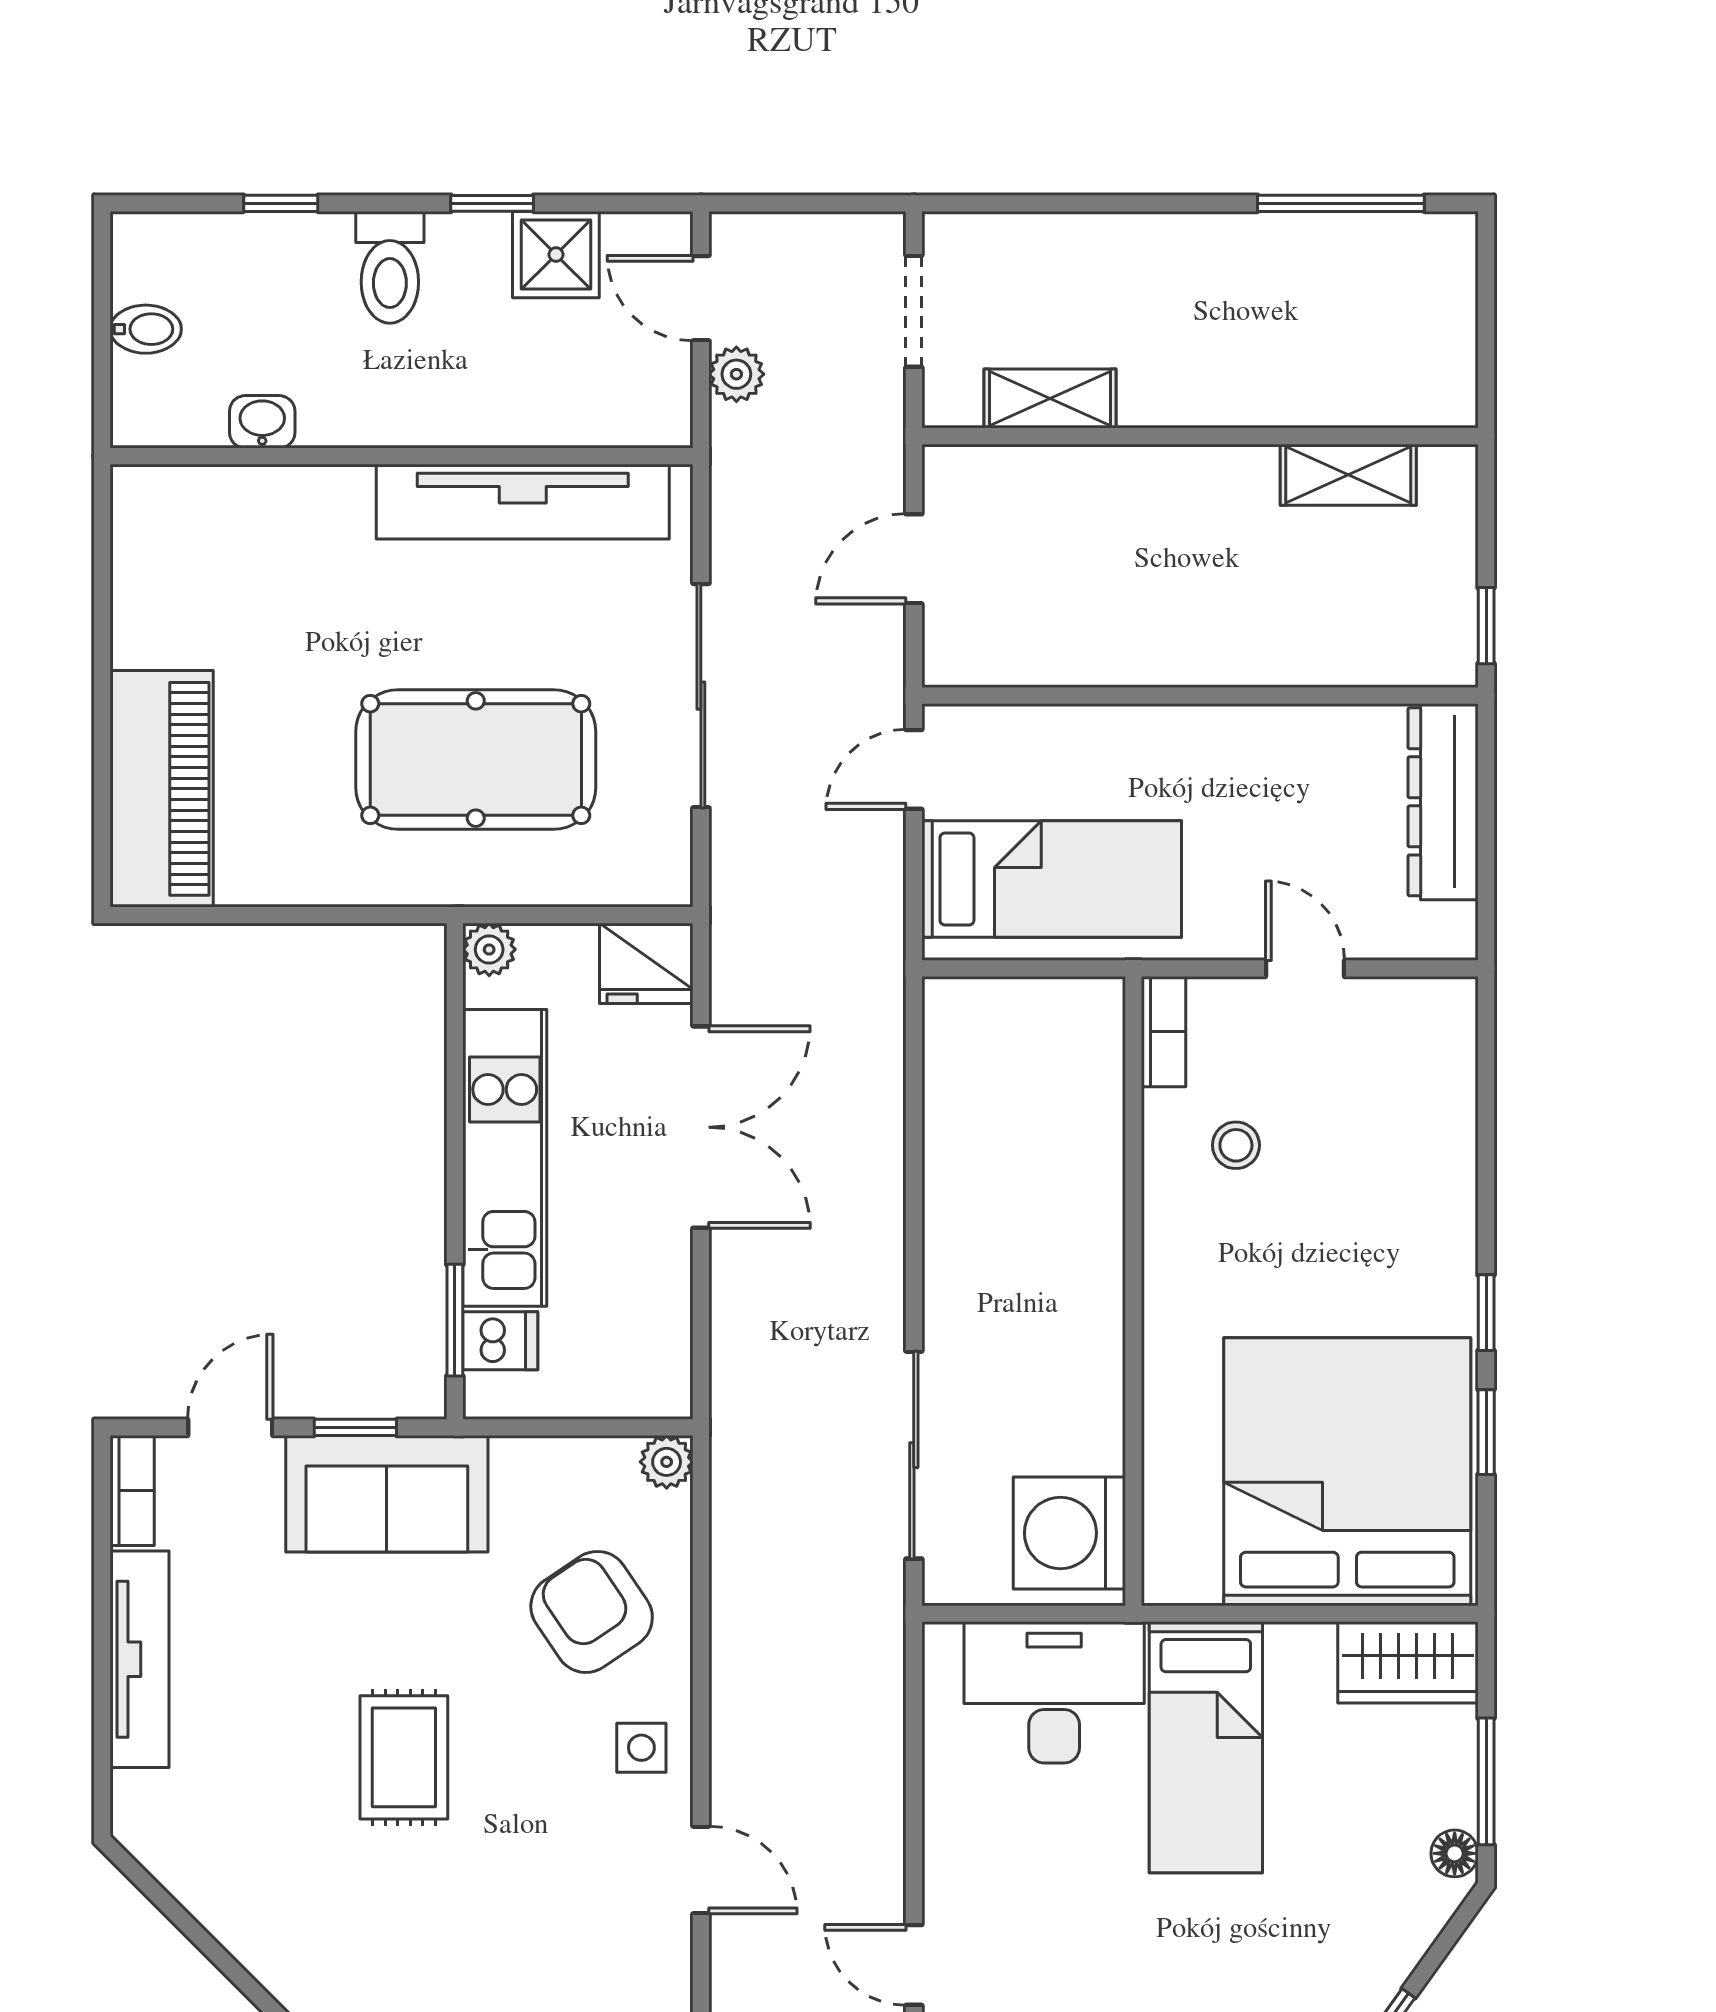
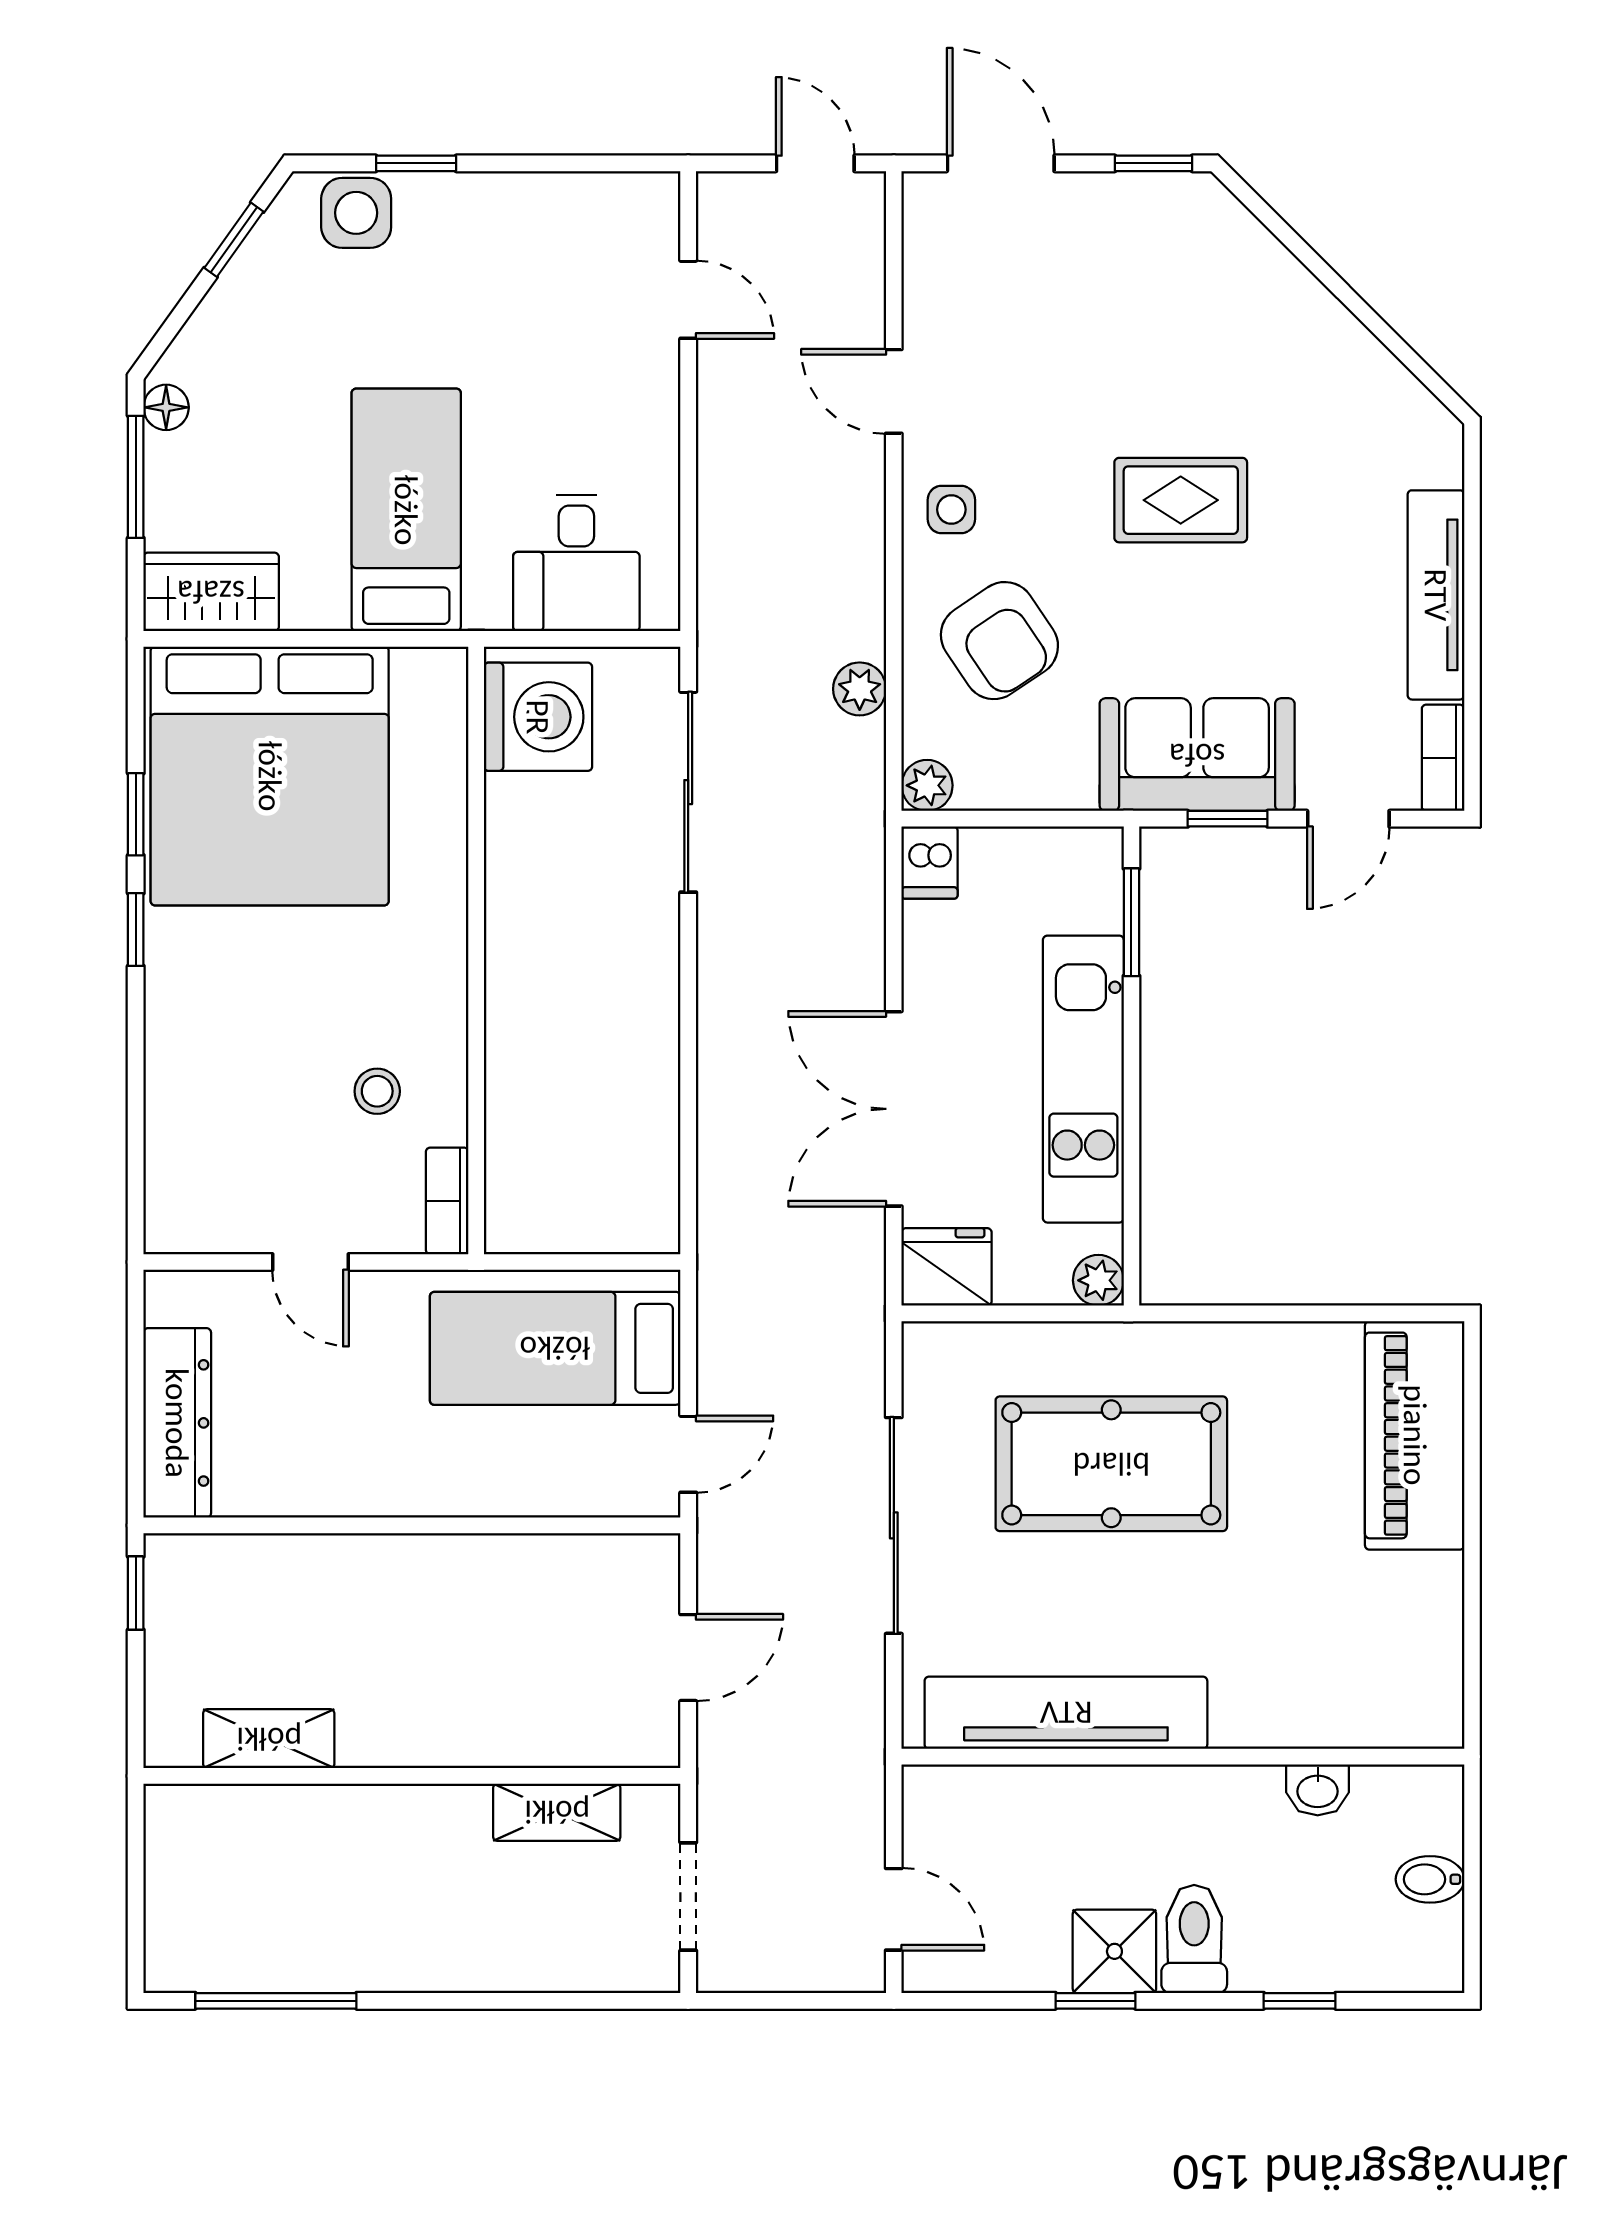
shower: (556, 255) -> (1114, 1951), moved
plant: (736, 374) -> (860, 689), moved
dishwasher: (500, 1341) -> (930, 863), moved, turned -90
desk: (1054, 1692) -> (576, 563), width x0.73
rug: (404, 1757) -> (1181, 500), turned 90

